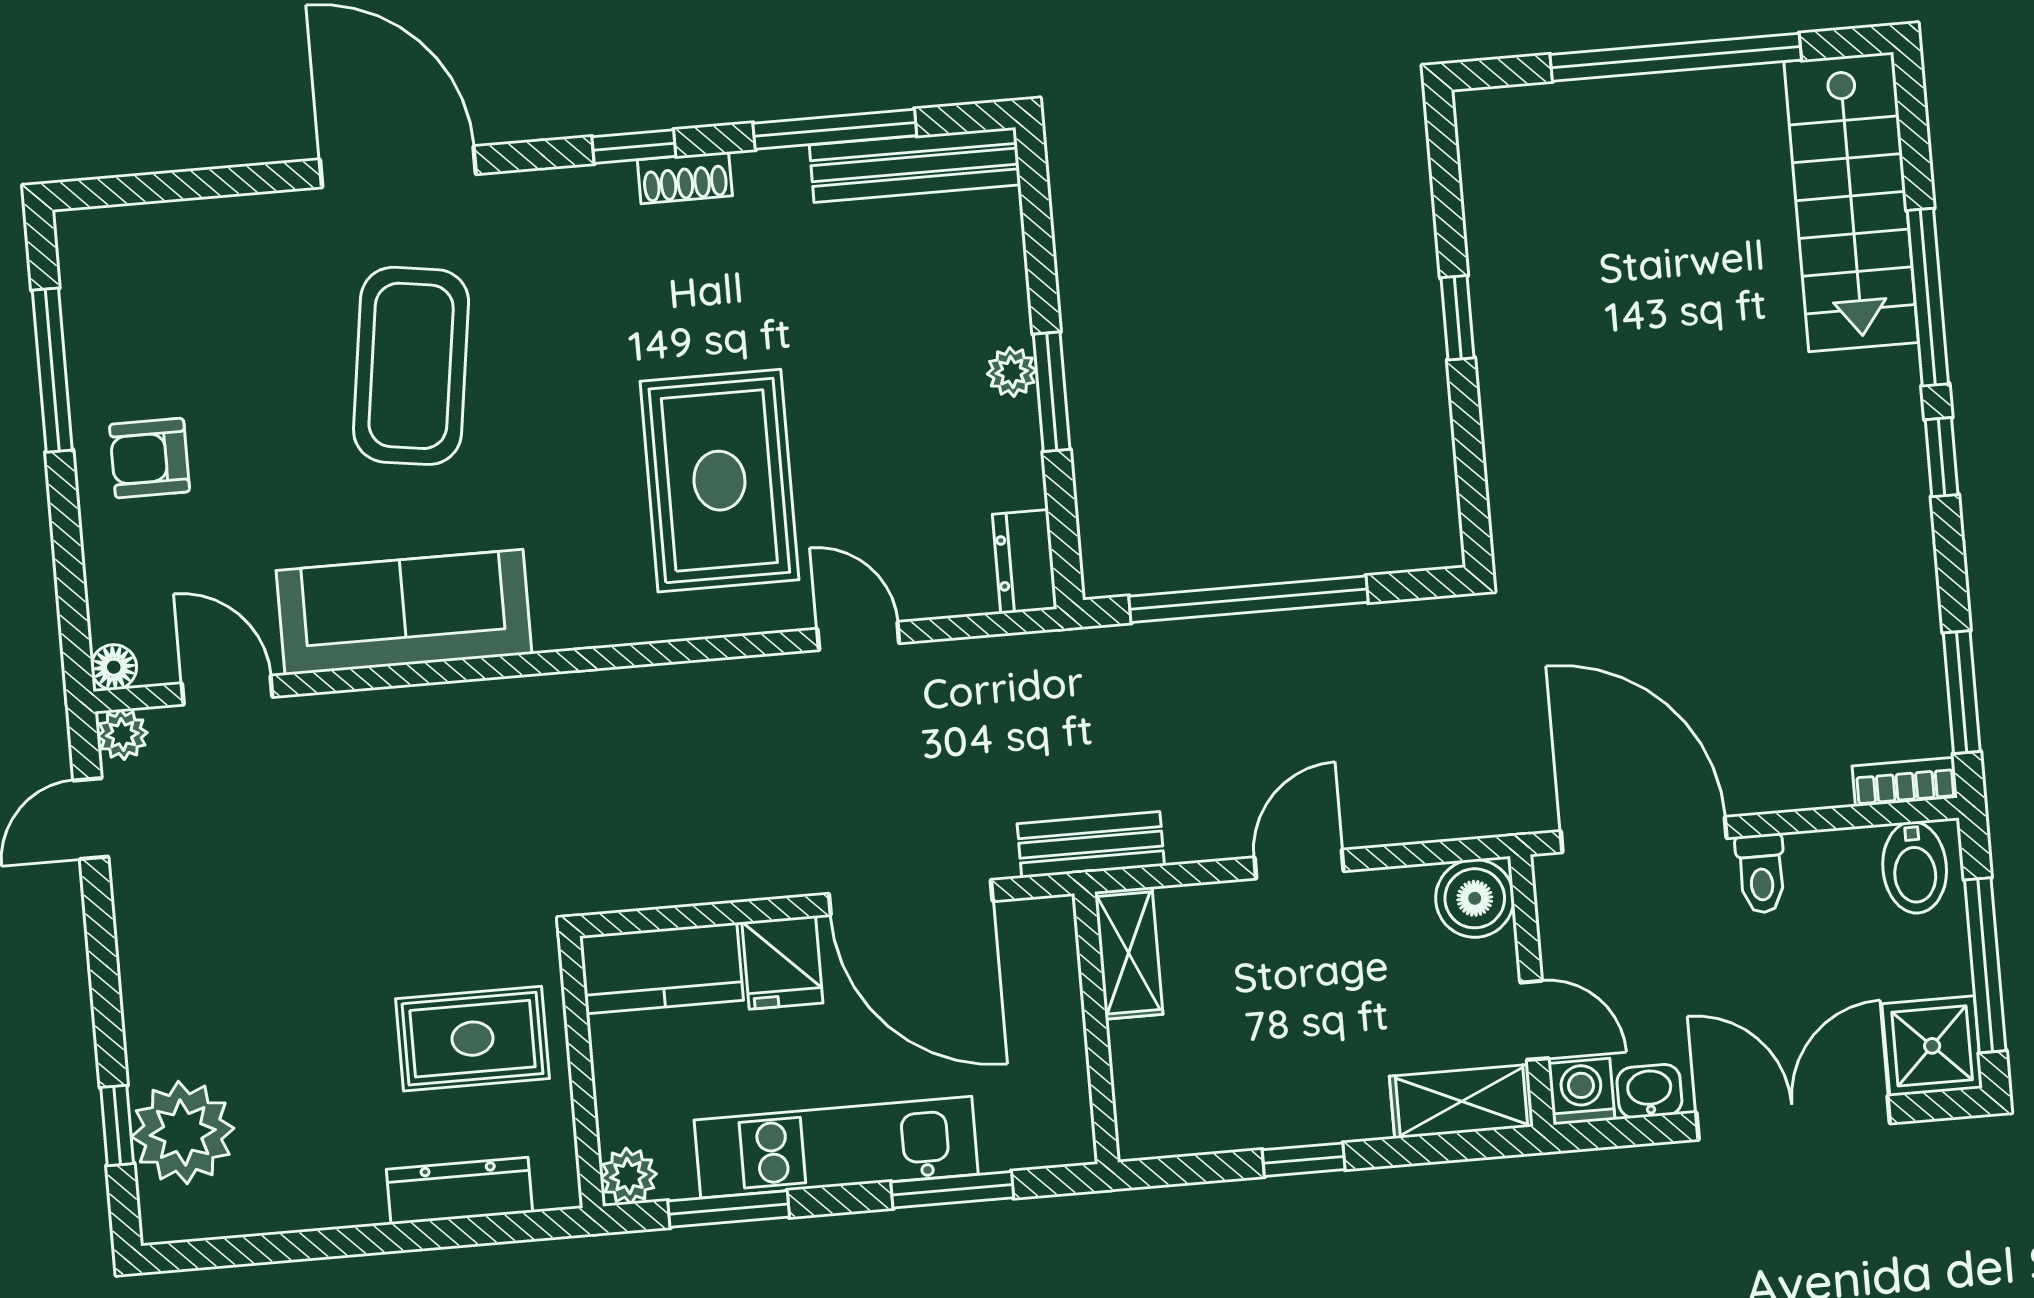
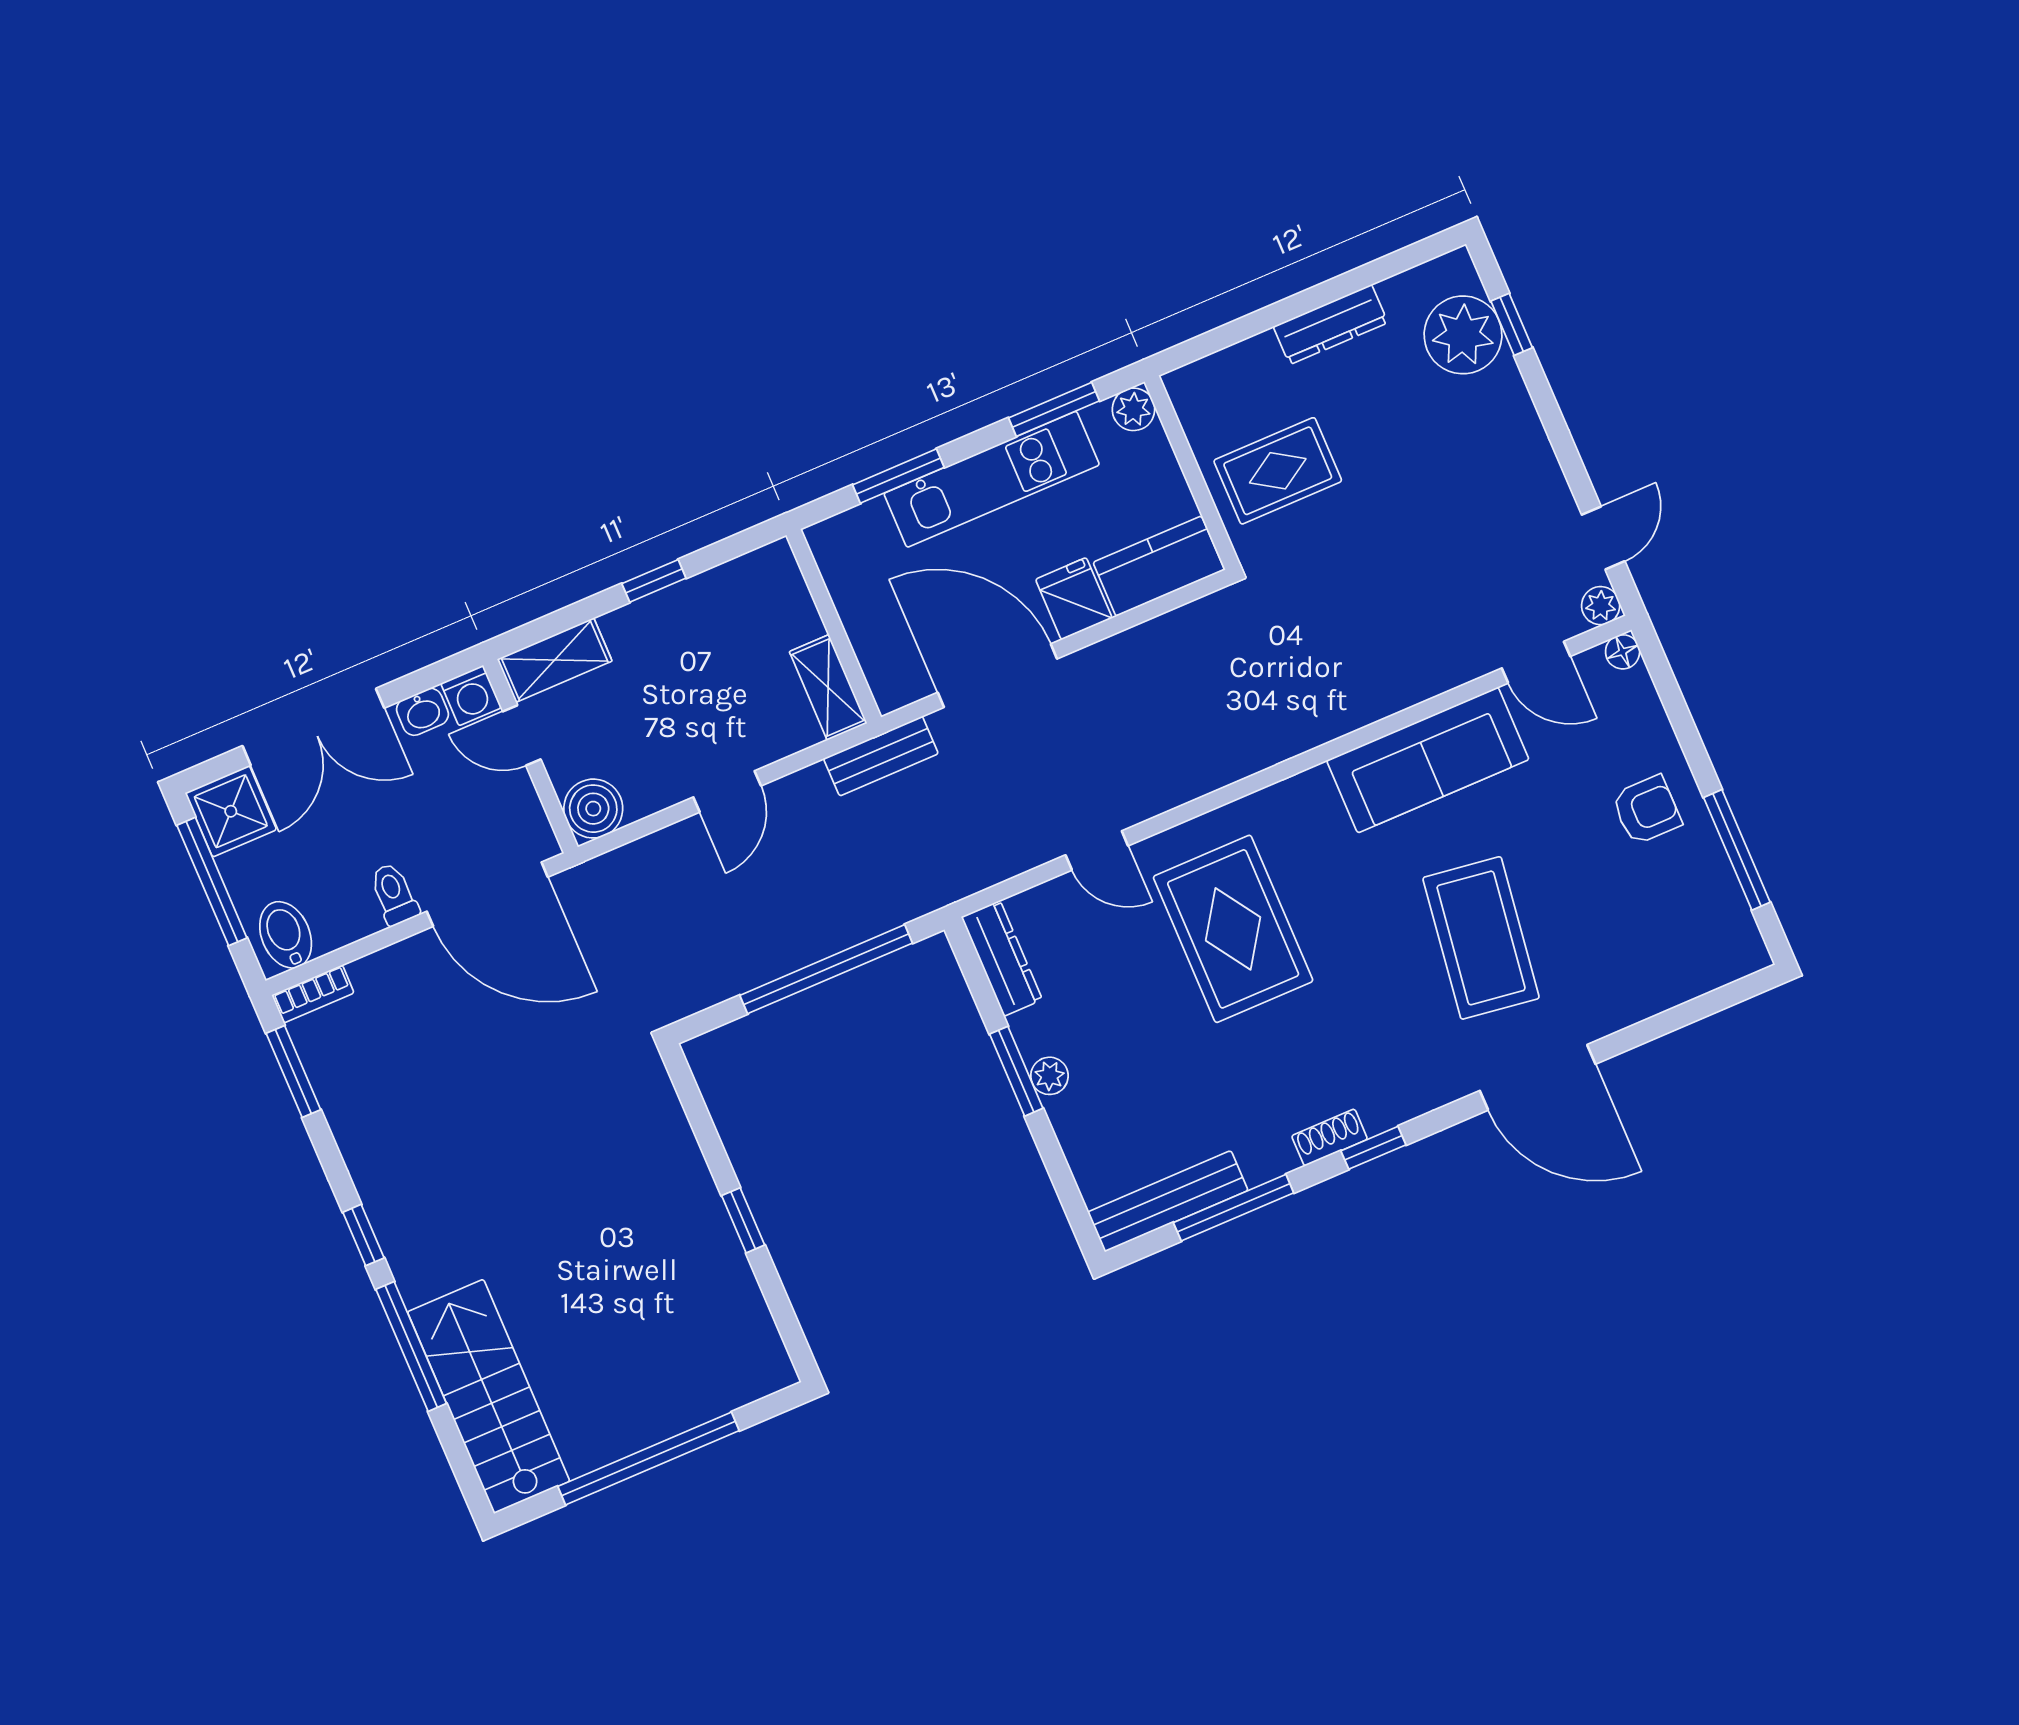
dresser: (1025, 562) -> (1002, 958), width x1.44
dresser: (459, 1191) -> (1331, 325), moved

